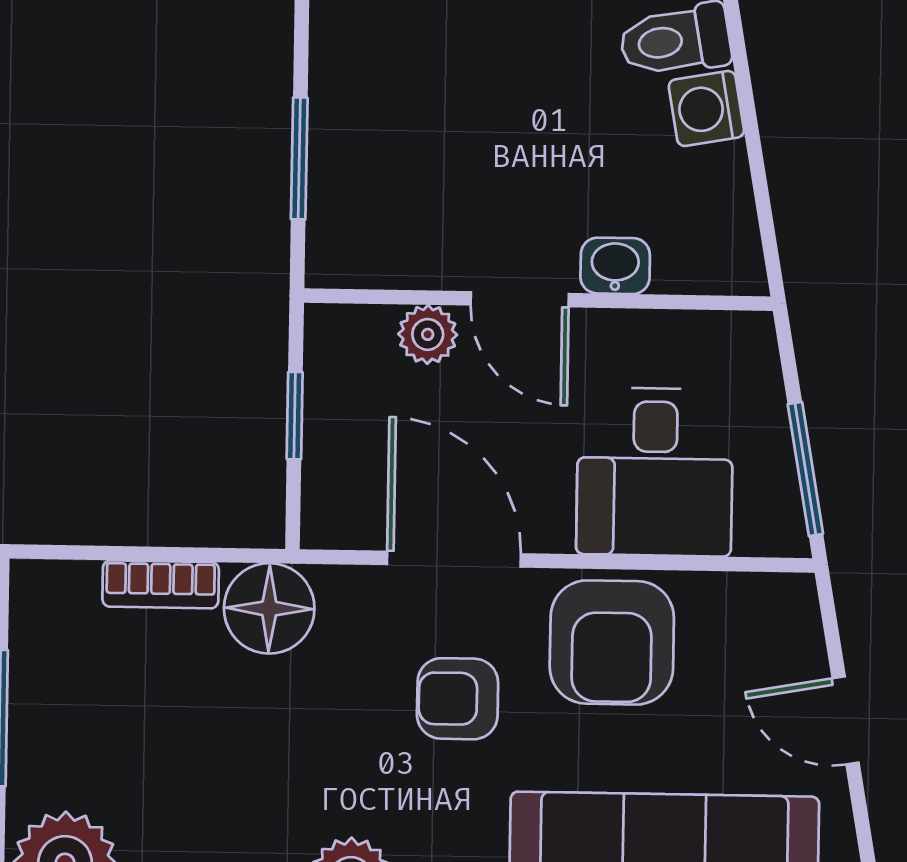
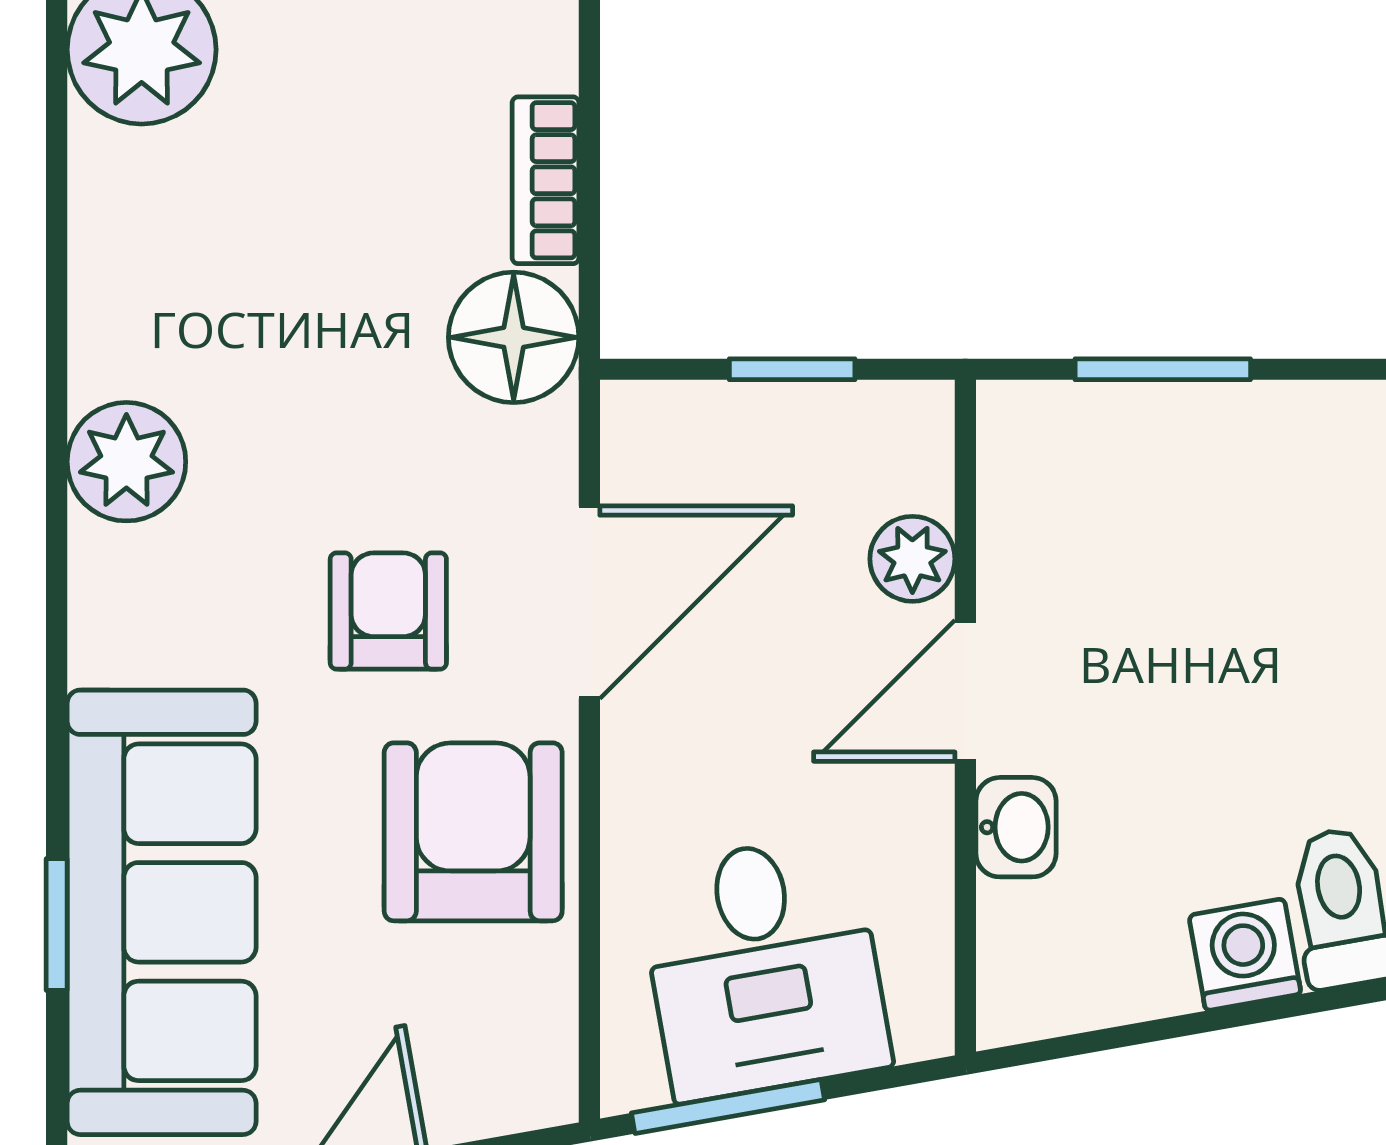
desk: (655, 472) -> (764, 967), moved, turned -100
armchair: (612, 642) -> (473, 832), turned 90

